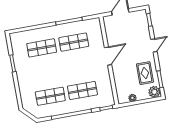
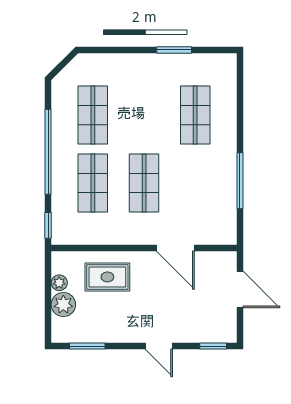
shop shelf: (74, 42) -> (144, 183), moved
door: (108, 56) -> (175, 248), moved
rug: (145, 73) -> (107, 277), moved
plant: (154, 92) -> (63, 305), moved

